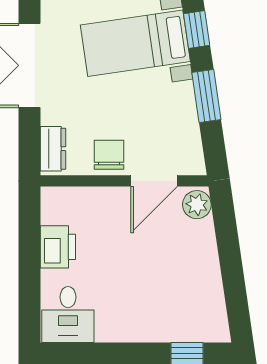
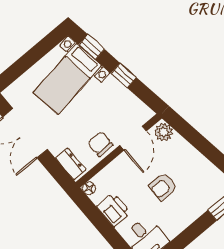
window: (206, 96) -> (124, 75), width x0.67
floor lamp: (50, 196) -> (89, 188), added
armchair: (141, 269) -> (163, 187), added

